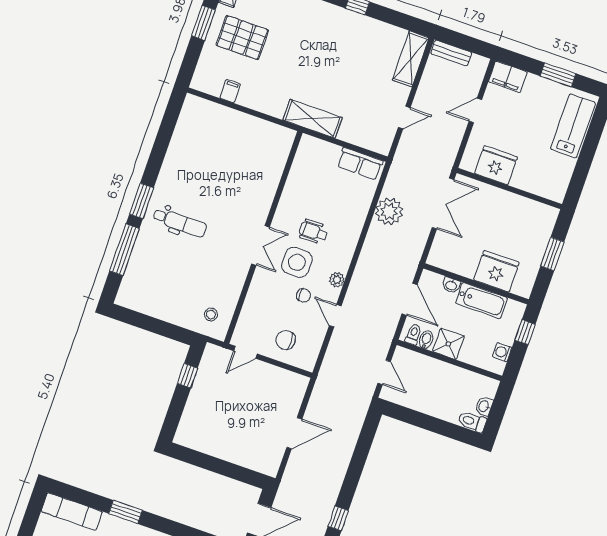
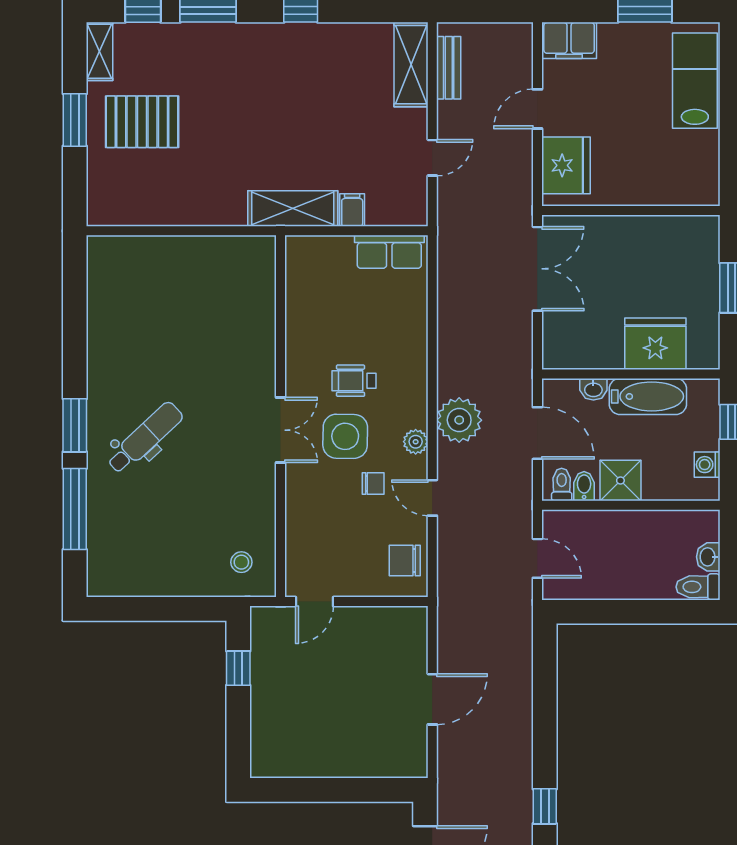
bench: (451, 53) -> (449, 68), moved, turned 90
filing cabinet: (230, 91) -> (352, 210), moved
fridge: (496, 165) -> (566, 165), moved, turned 90
plant: (389, 211) -> (459, 420), moved
dental chair: (180, 222) -> (145, 438), turned -43
chair: (286, 340) -> (405, 560), moved

